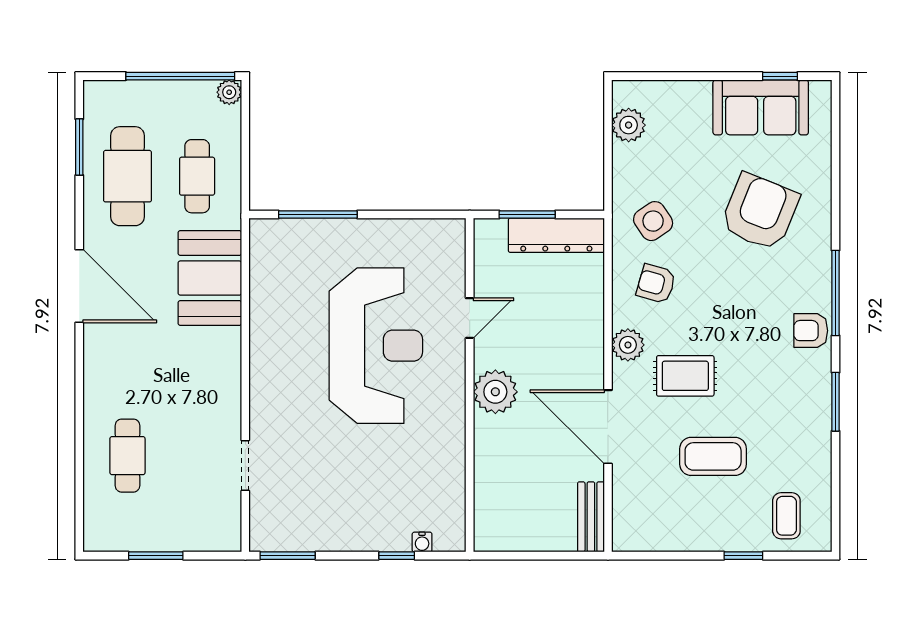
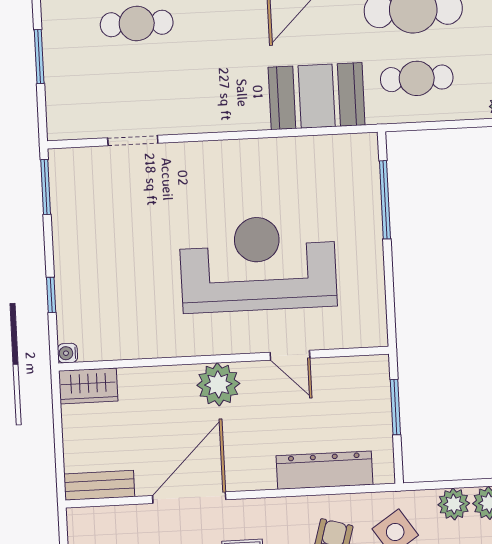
dresser: (556, 235) -> (324, 470), moved, turned 90
plant: (628, 345) -> (454, 504), moved
reception desk: (376, 346) -> (258, 264), turned 180
wardrobe: (490, 523) -> (88, 386), added
water cooler: (422, 542) -> (68, 353), moved

